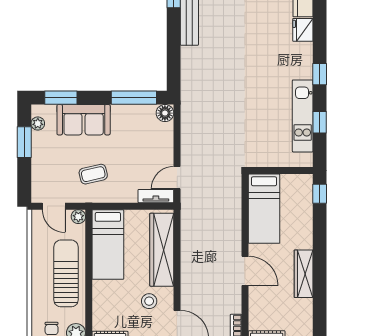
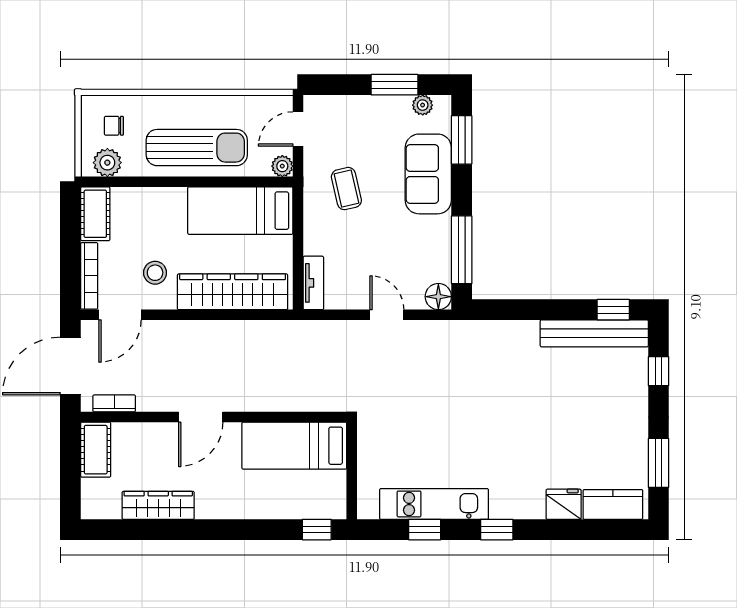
door: (177, 178) -> (387, 315), moved
wardrobe: (304, 274) -> (158, 505), moved

